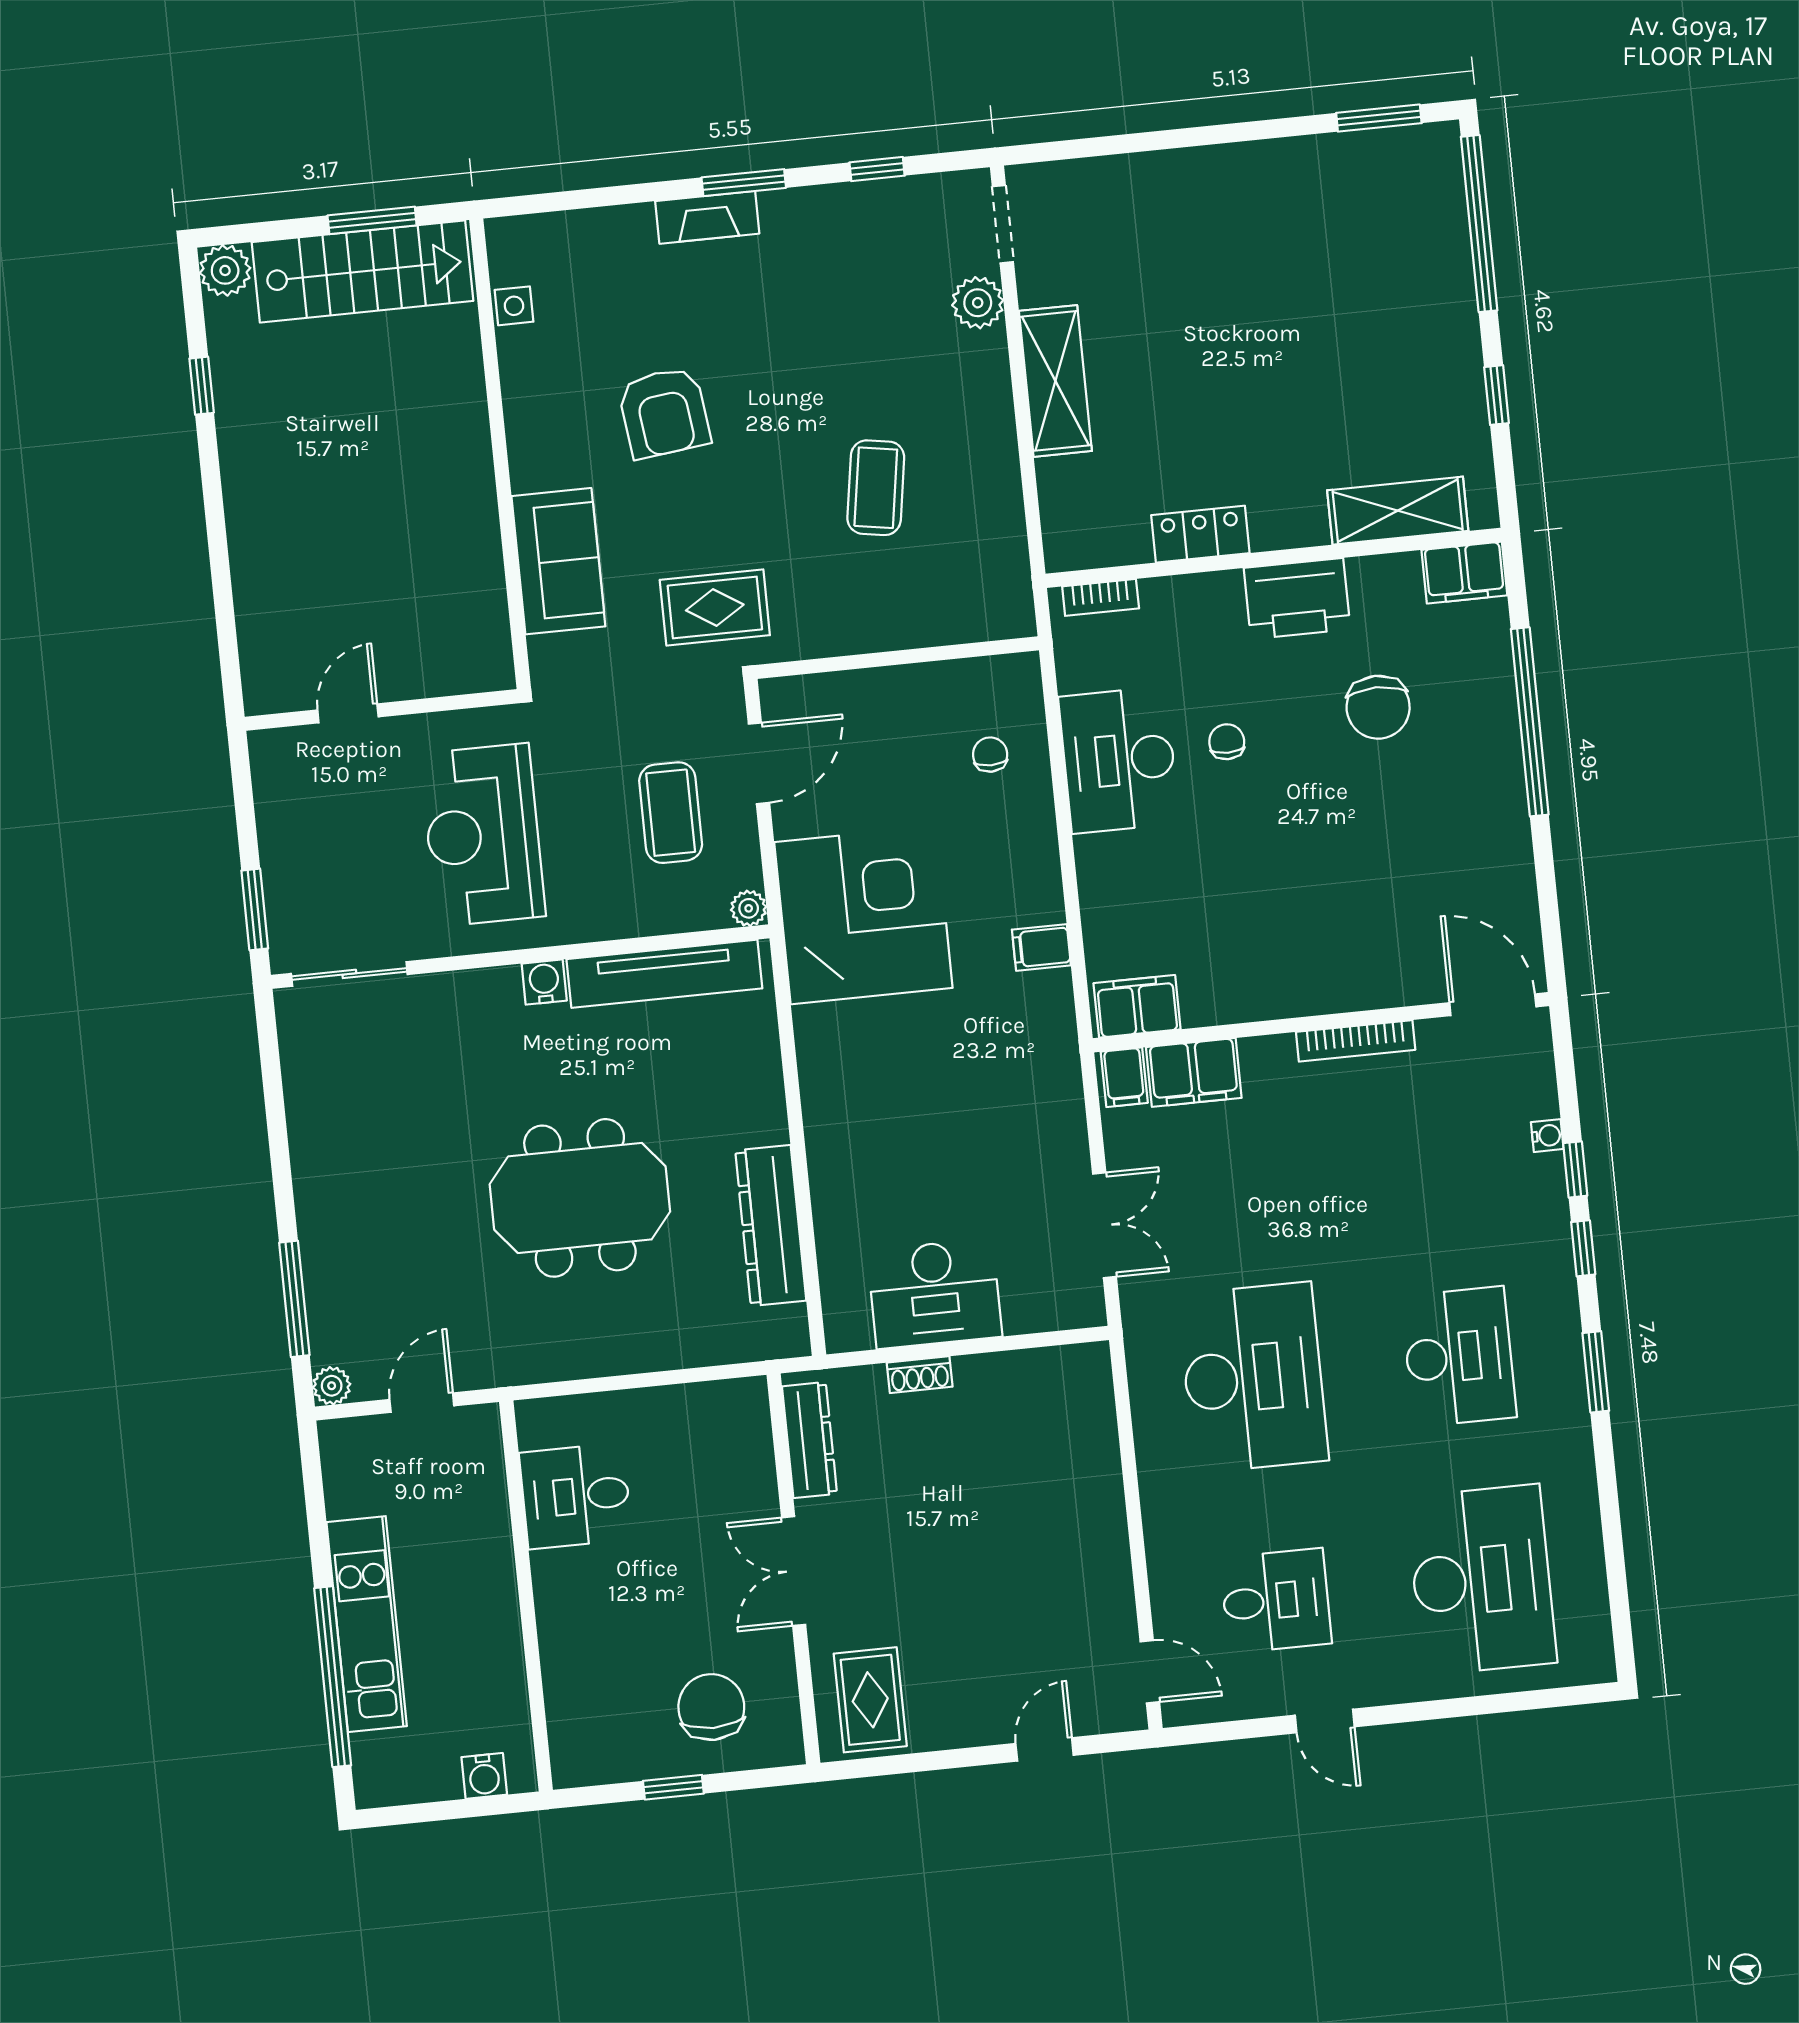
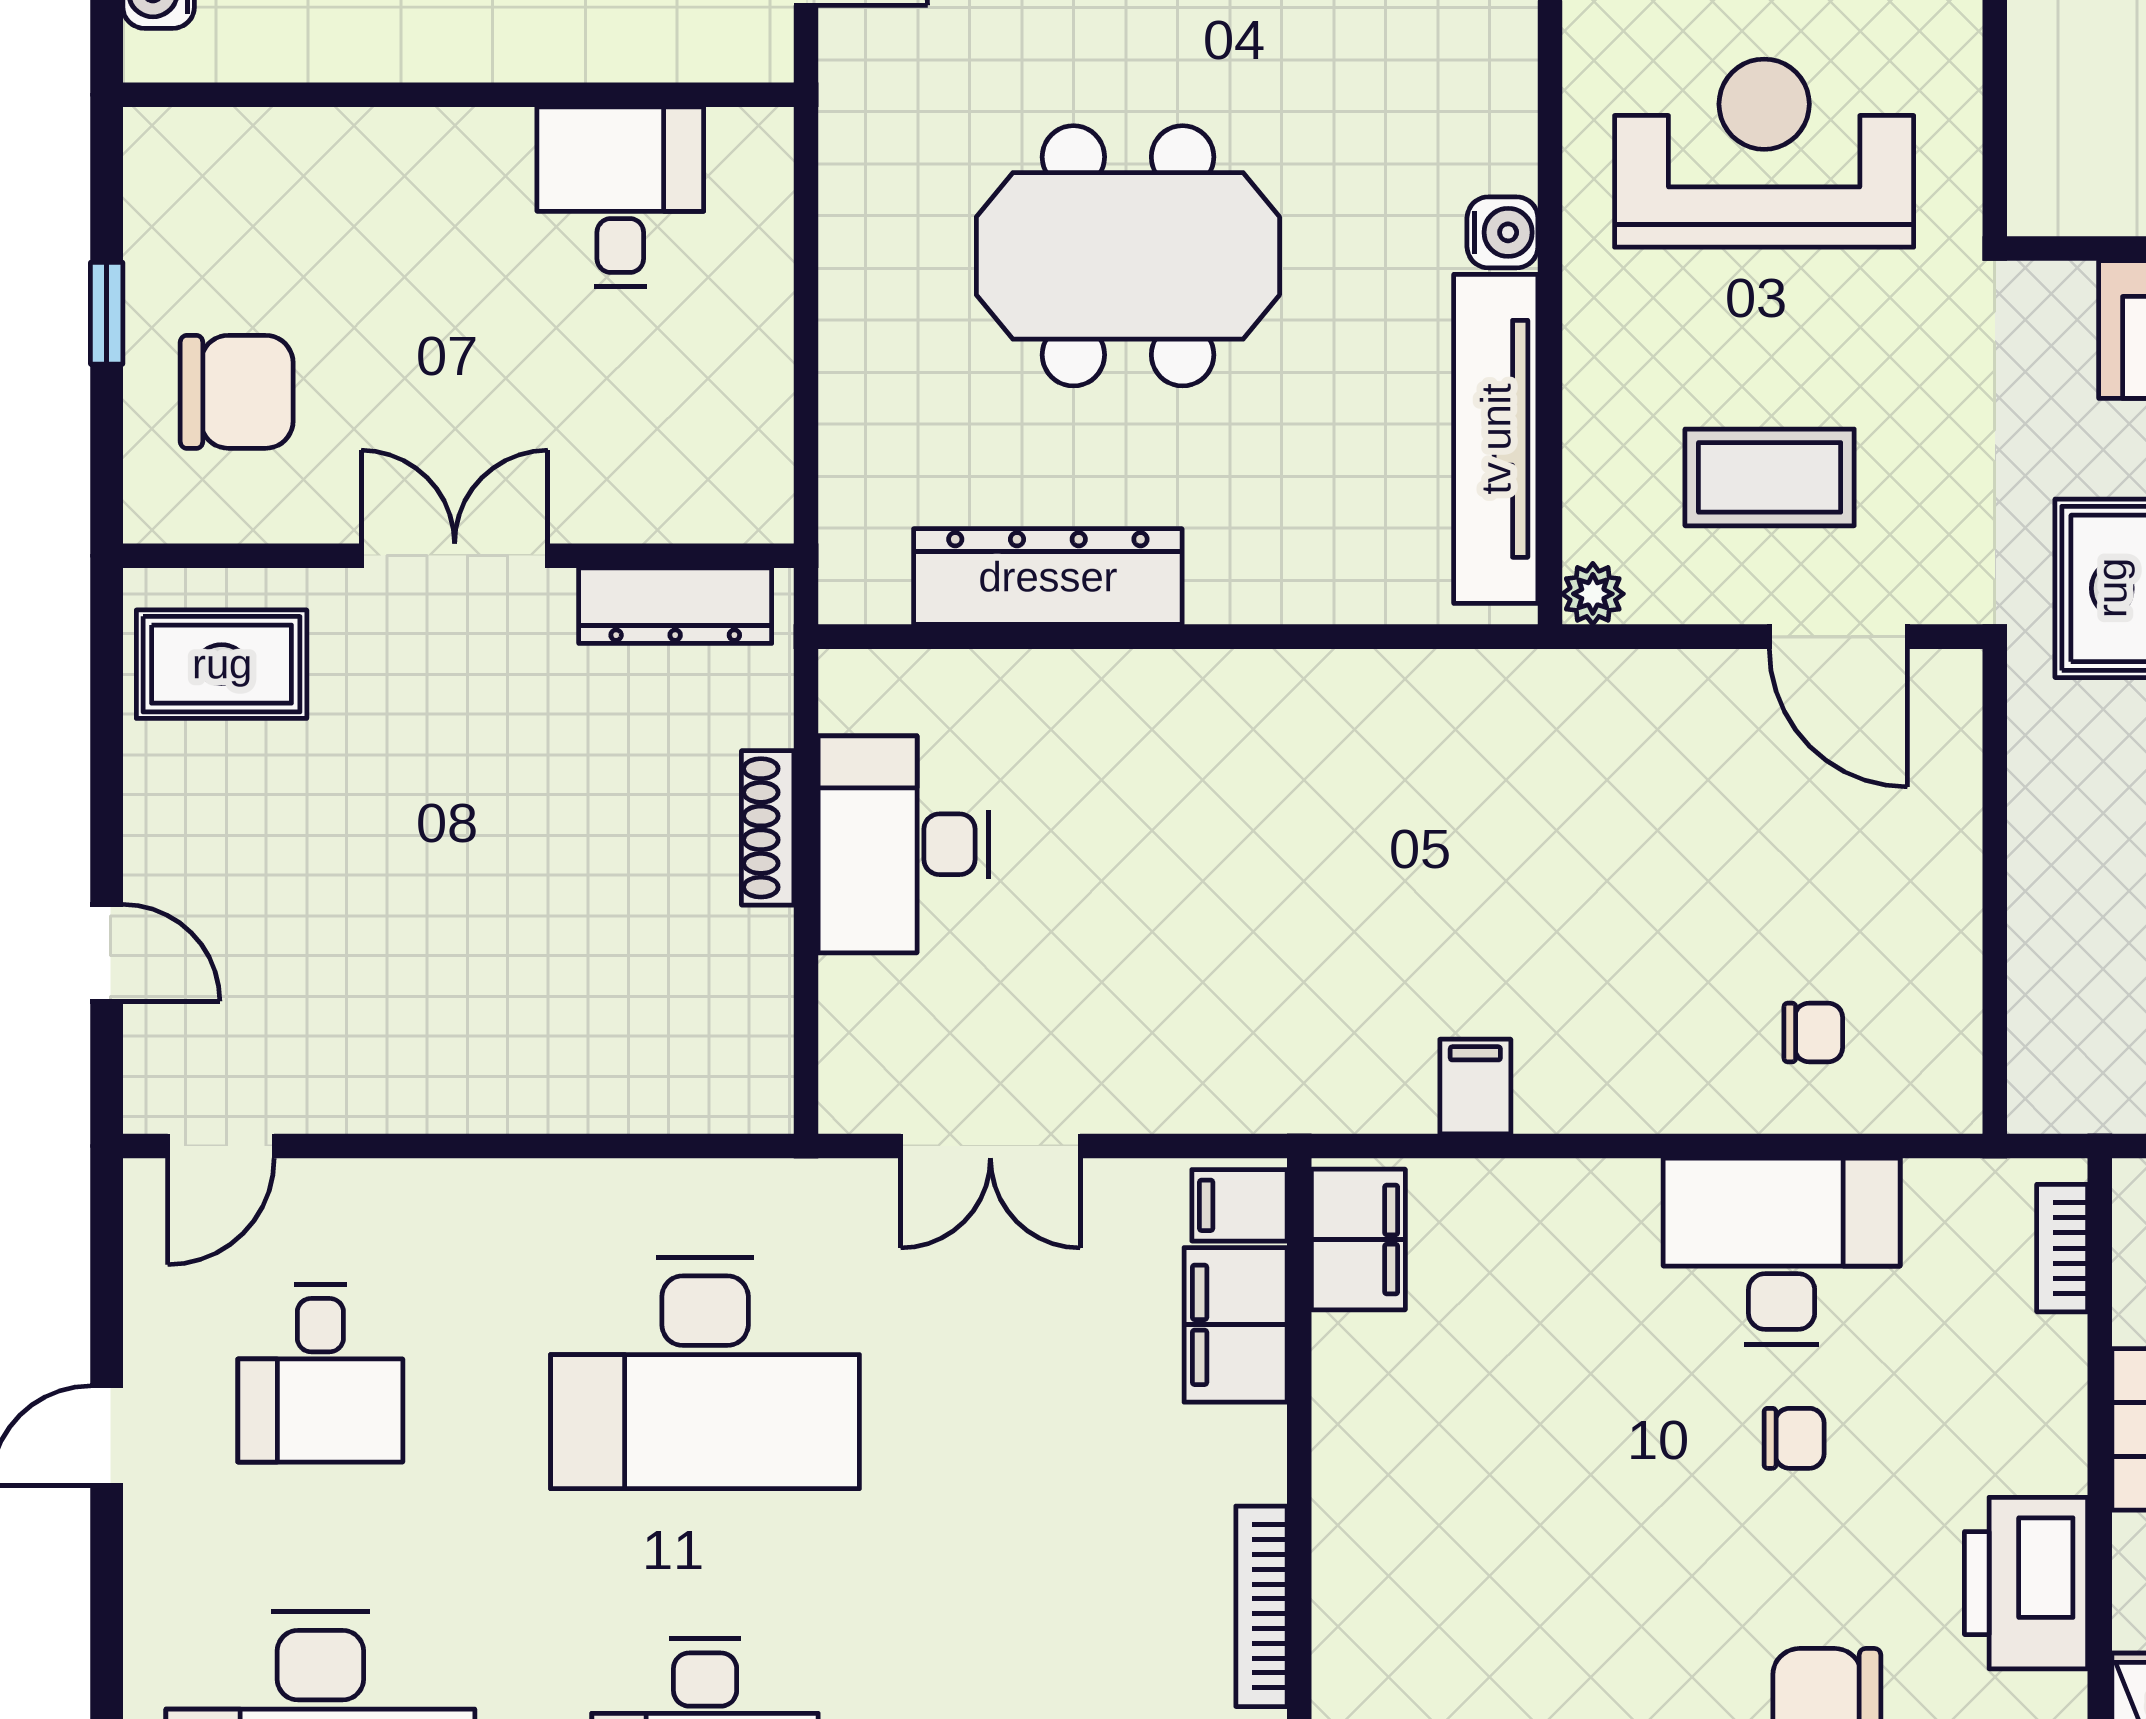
corner desk: (863, 915) -> (1561, 788), removed
meeting table: (580, 1198) -> (1128, 256), turned 90
shoe rack: (920, 1375) -> (768, 828), width x1.43

